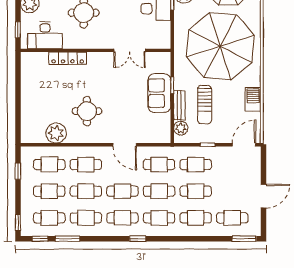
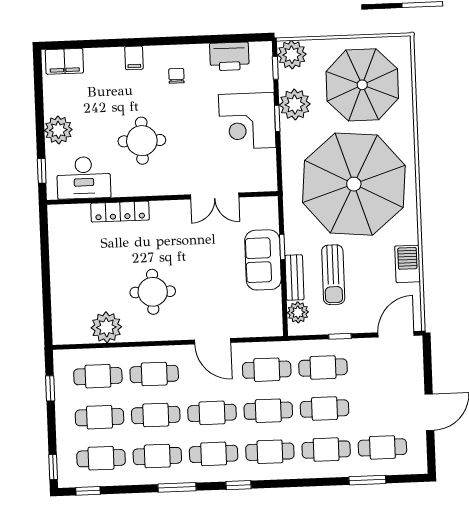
window: (68, 239) -> (177, 487), moved
window: (244, 239) -> (367, 480), moved

